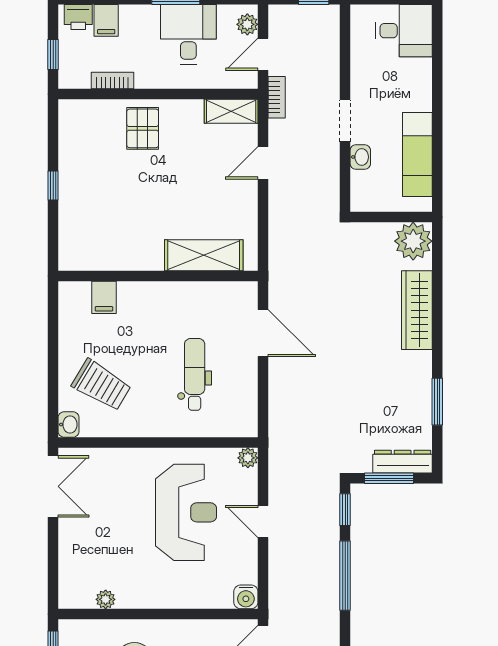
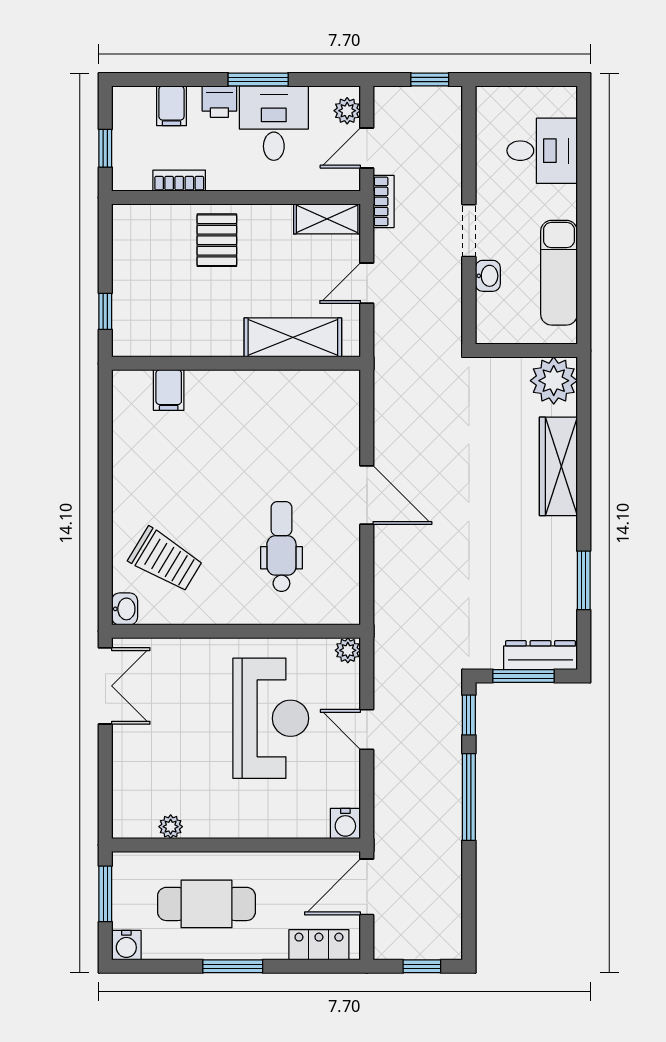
printer: (78, 17) -> (219, 102), moved
desk: (404, 31) -> (542, 151), moved
shelving: (204, 255) -> (293, 337), moved
wall: (158, 276) -> (236, 363), moved
filing cabinet: (104, 297) -> (169, 390), moved

